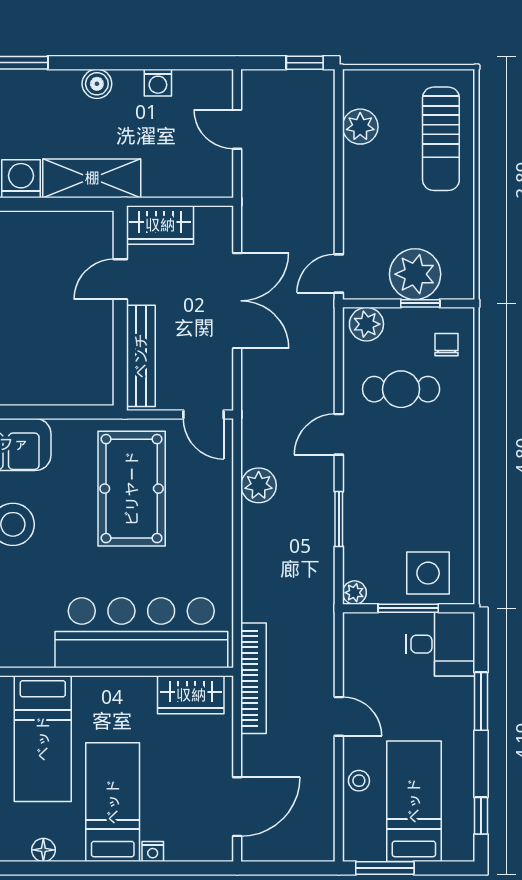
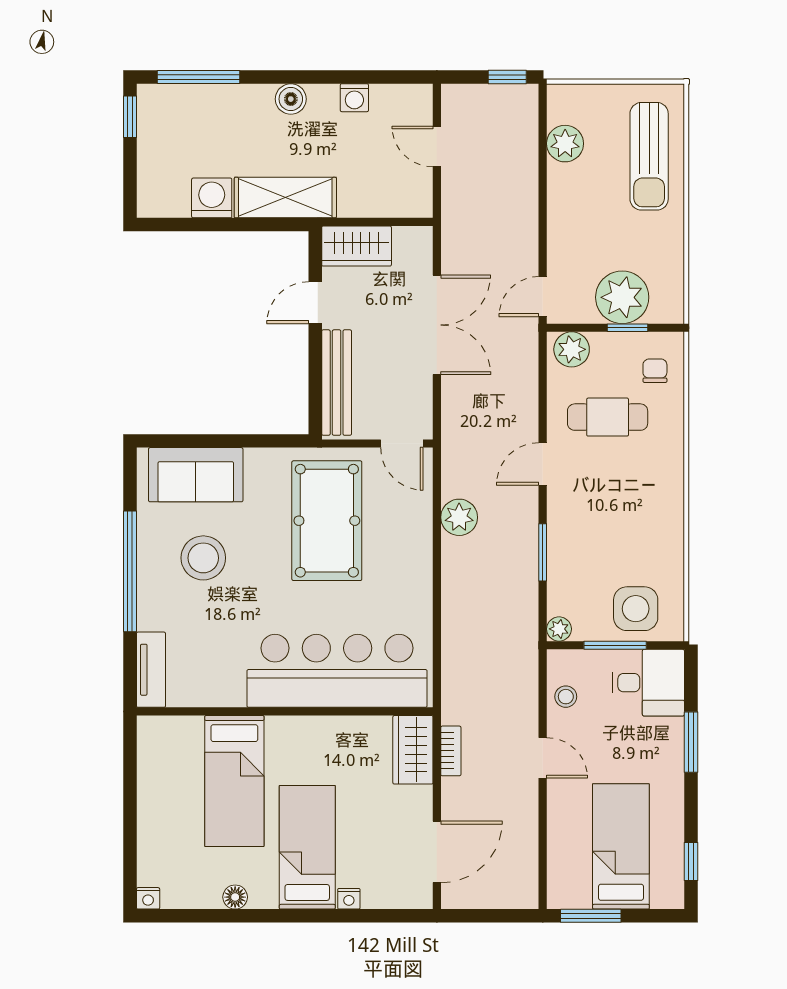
bookcase: (254, 678) -> (451, 751), width x0.43, depth x0.76
wardrobe: (191, 695) -> (413, 750), moved, turned 90
stool: (359, 781) -> (566, 697), moved

